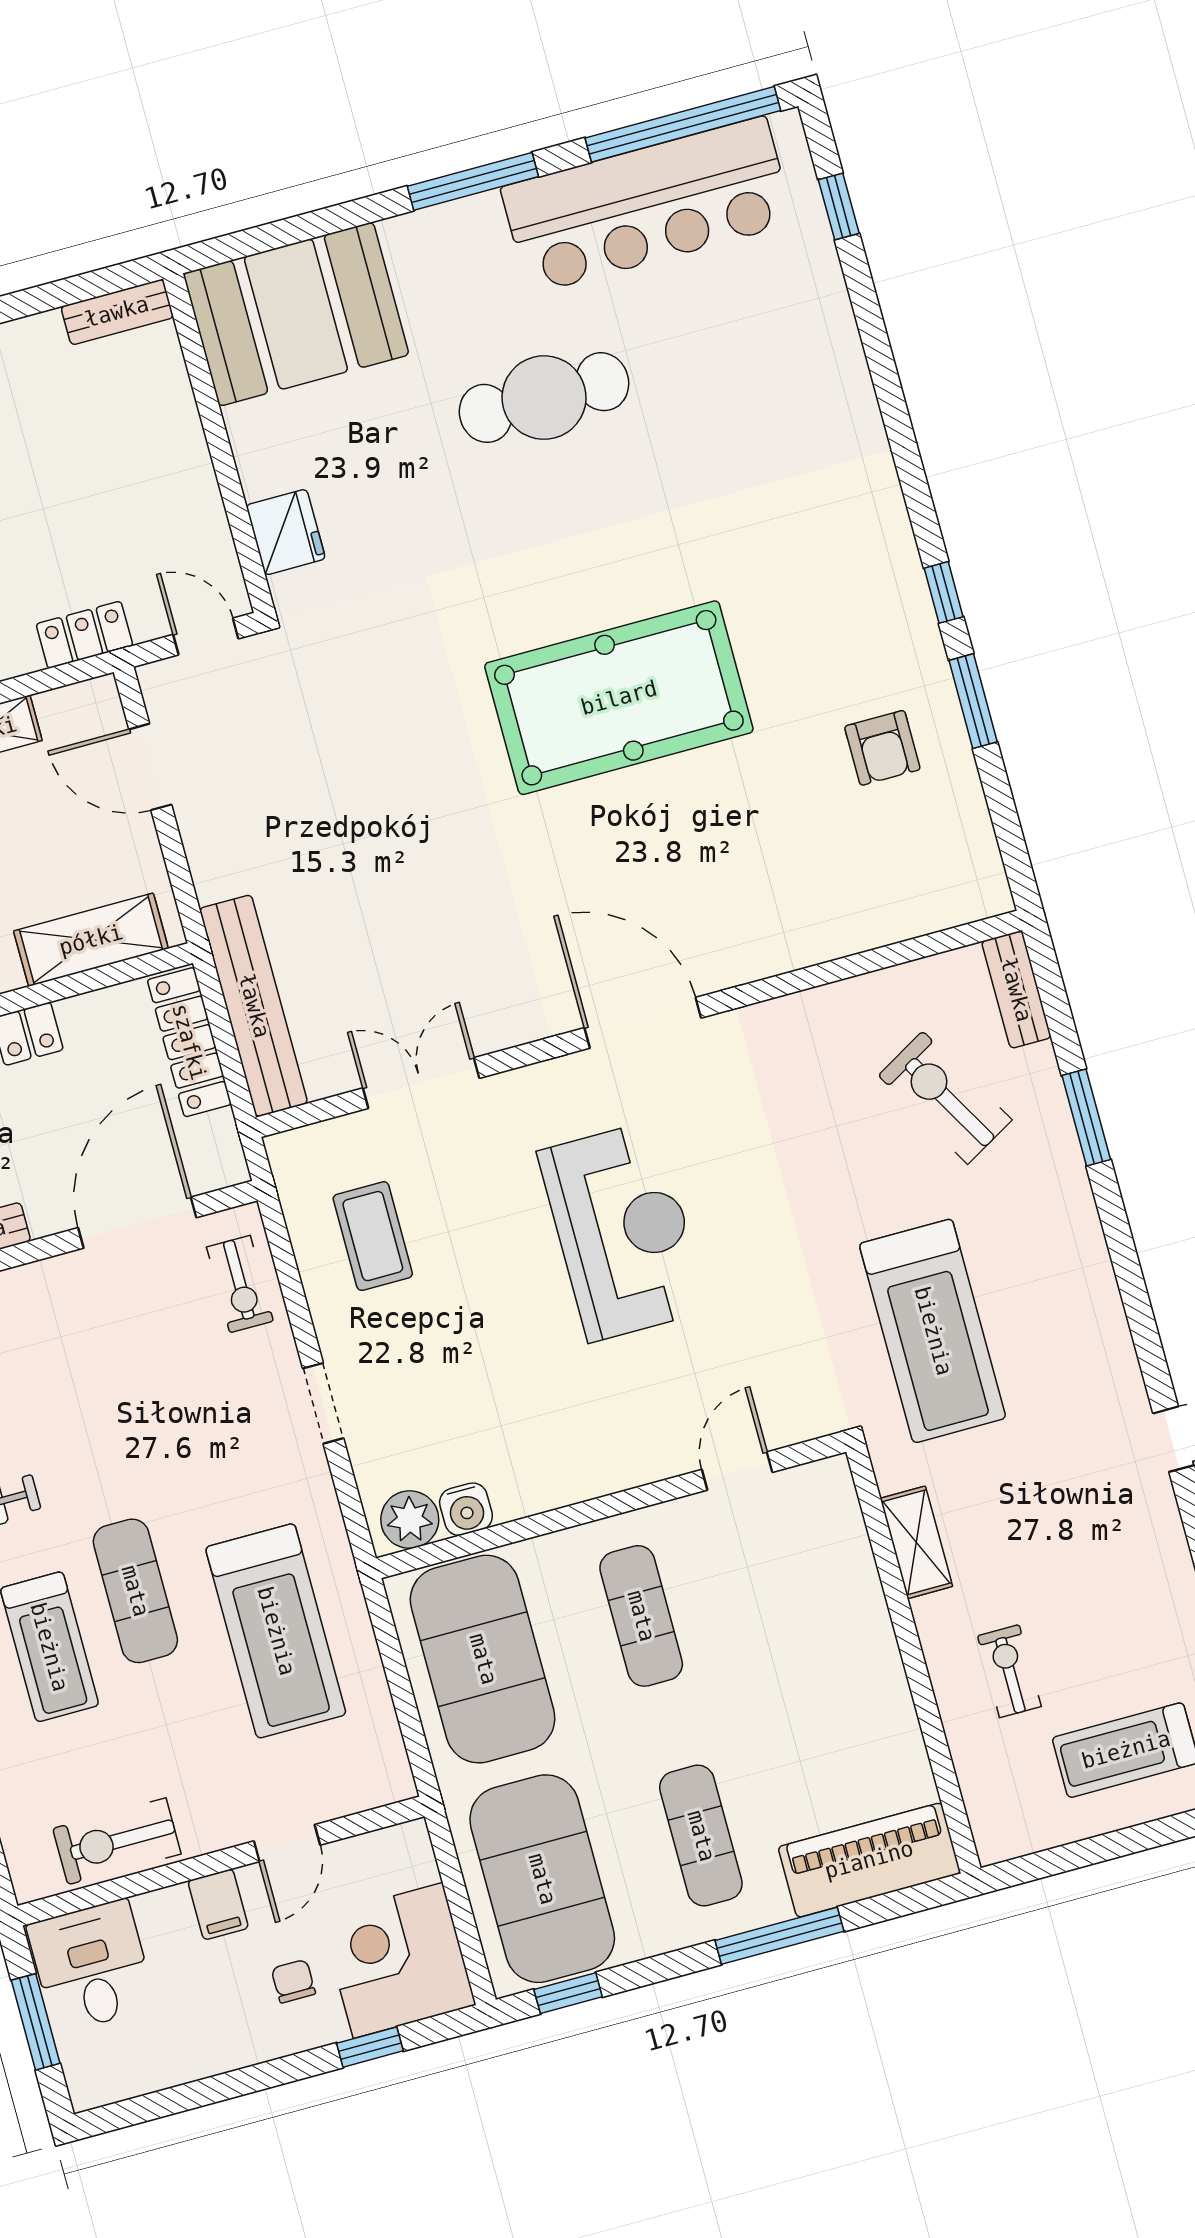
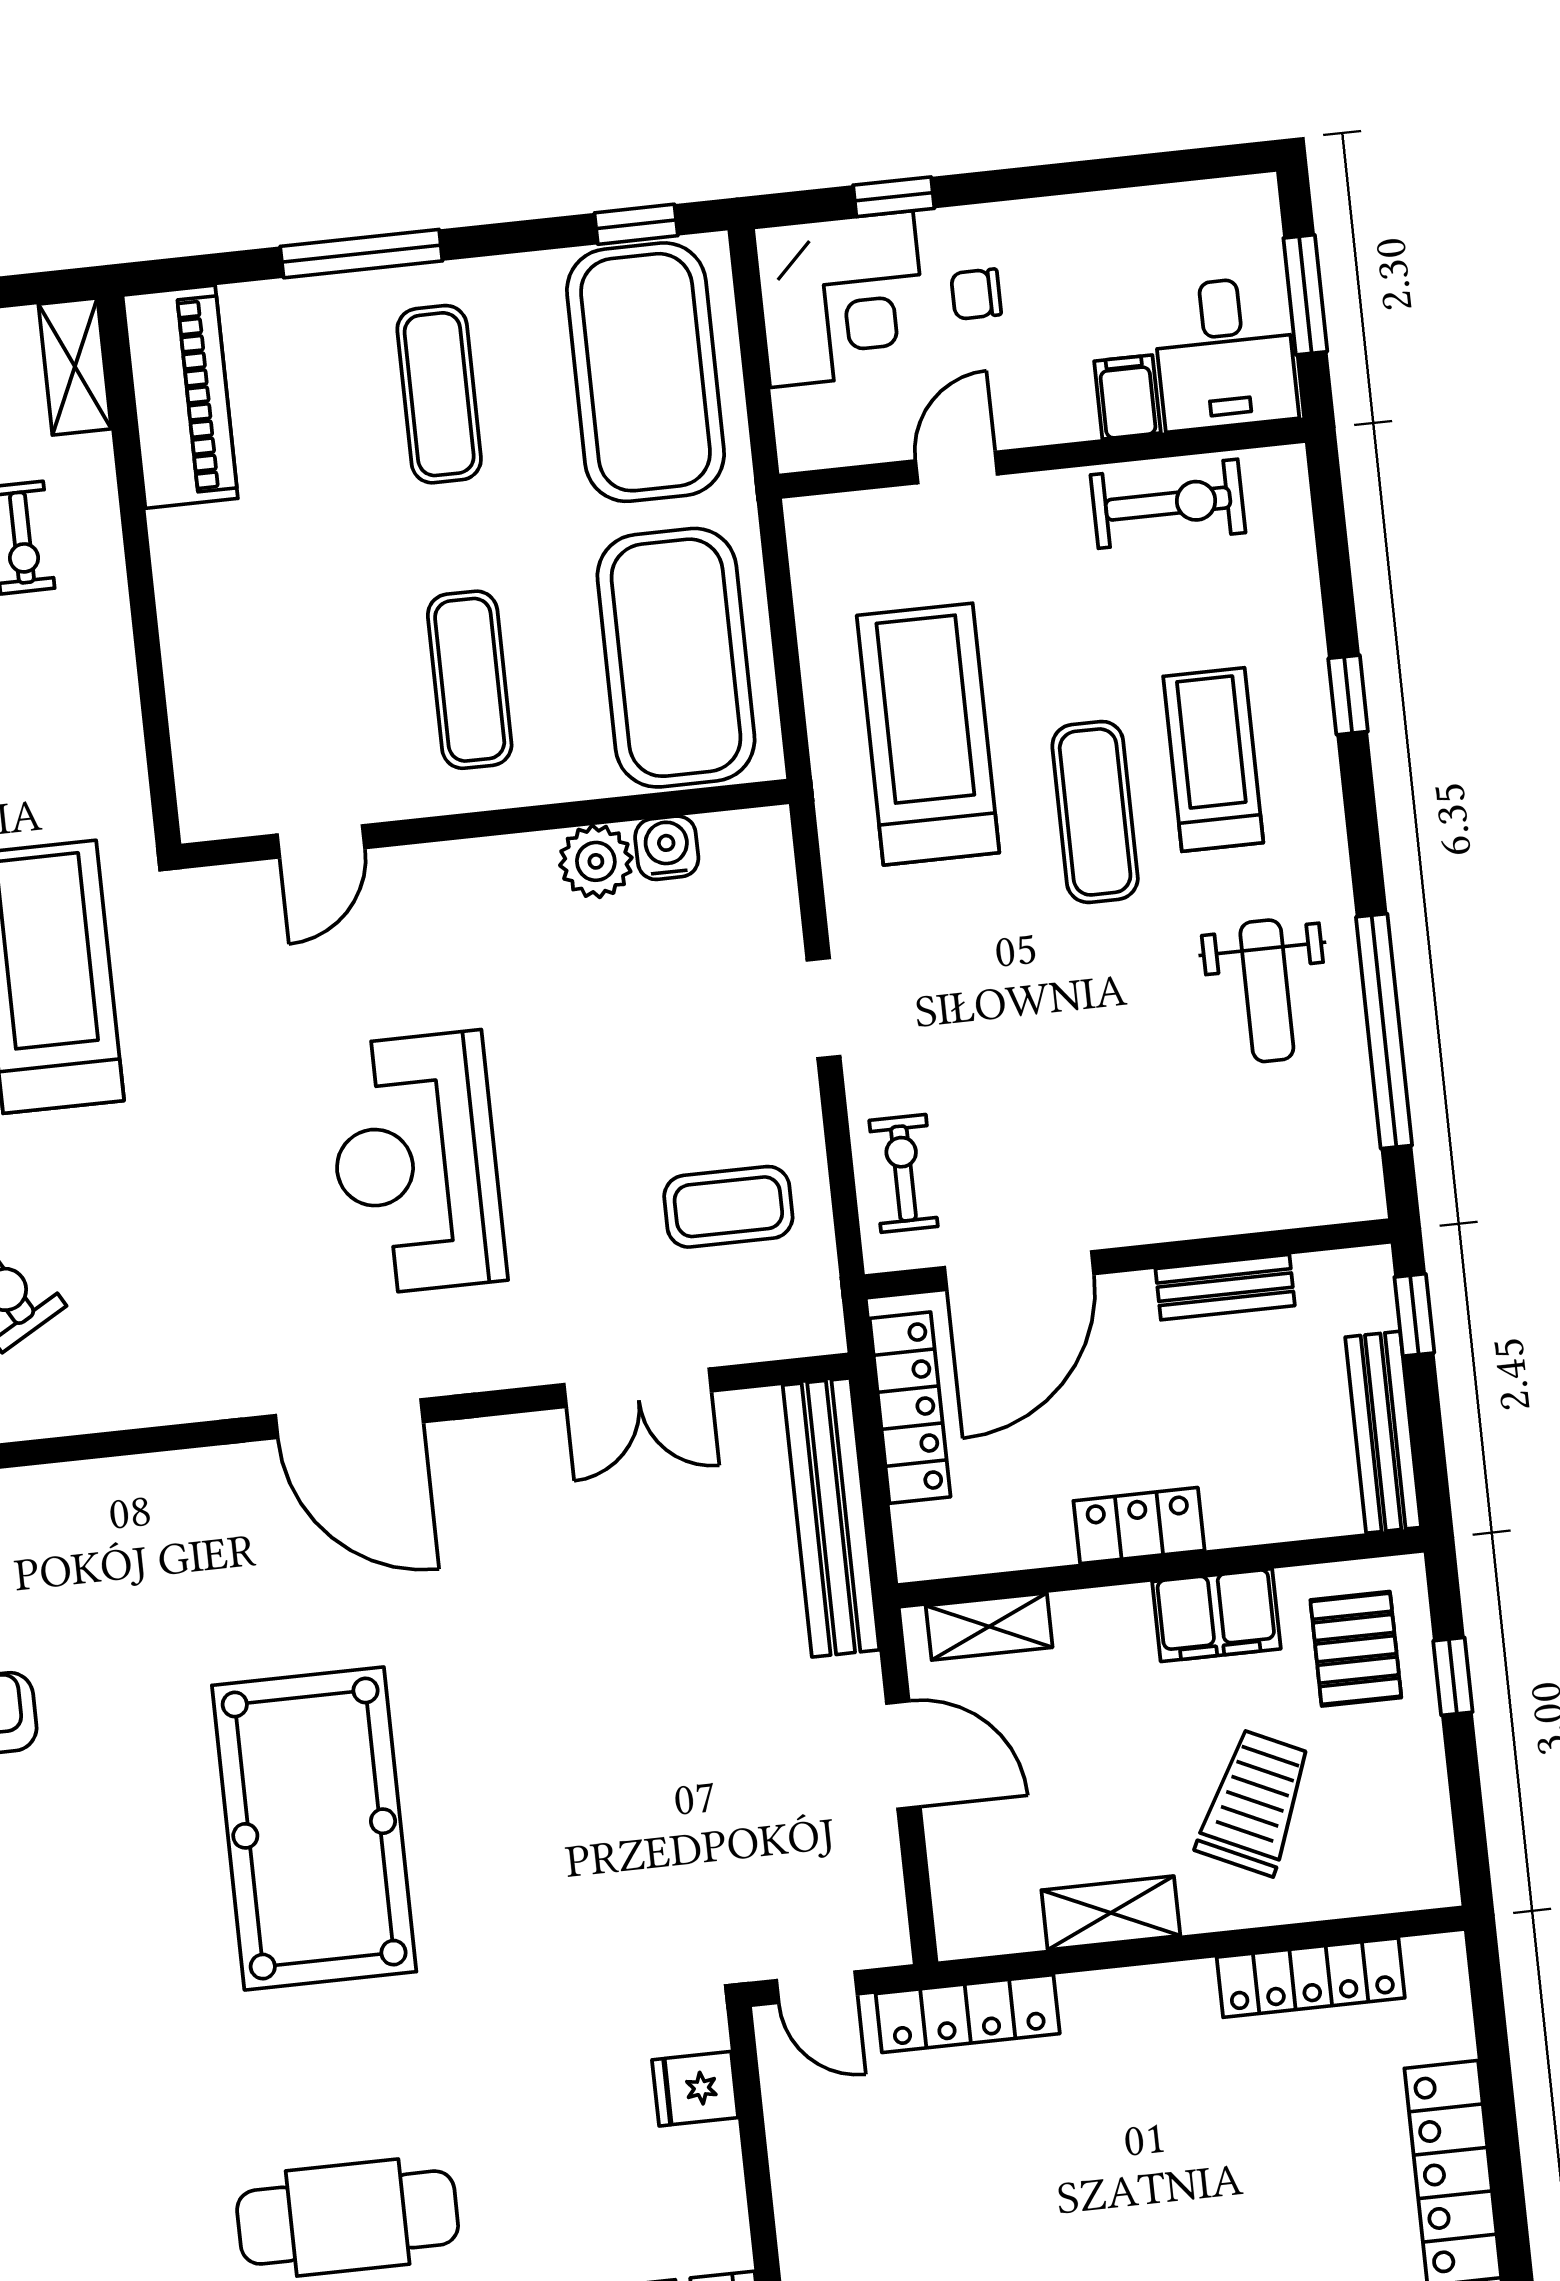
fridge: (286, 532) -> (695, 2089), width x0.72
locker: (84, 635) -> (968, 2014), width x1.53
pool table: (619, 698) -> (314, 1829), turned 90
door: (150, 767) -> (903, 1755), moved
shelving: (91, 940) -> (989, 1627), width x0.67, depth x0.75
locker: (189, 1042) -> (910, 1408), moved
coffee table: (373, 1236) -> (728, 1207), turned 90
plant: (410, 1520) -> (596, 861), moved
shelving: (916, 1542) -> (75, 366), moved
piano: (869, 1860) -> (180, 397), moved, turned -90
filing cabinet: (218, 1904) -> (1127, 397), moved
chair: (293, 1981) -> (976, 294), turned 90

